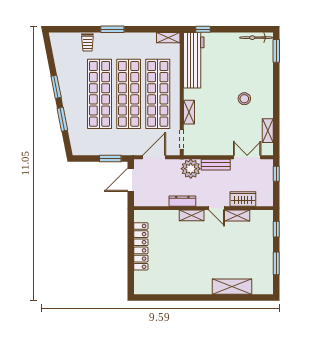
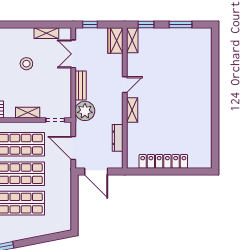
stool: (244, 99) -> (26, 64), moved
window: (62, 119) -> (35, 241), removed
window: (110, 158) -> (74, 192), removed
wardrobe: (243, 199) -> (115, 40), moved
dresser: (182, 201) -> (118, 138), moved
shelving: (237, 216) -> (132, 40), moved
shelving: (232, 287) -> (204, 69), removed

